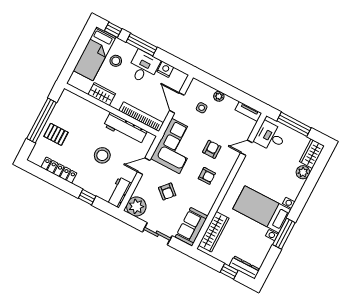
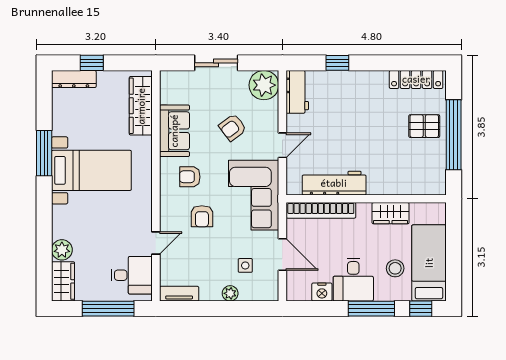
stool: (102, 155) -> (346, 130), removed
locker: (59, 170) -> (416, 79), moved
armchair: (167, 191) -> (233, 127), turned -79
sofa: (192, 227) -> (174, 131), moved

